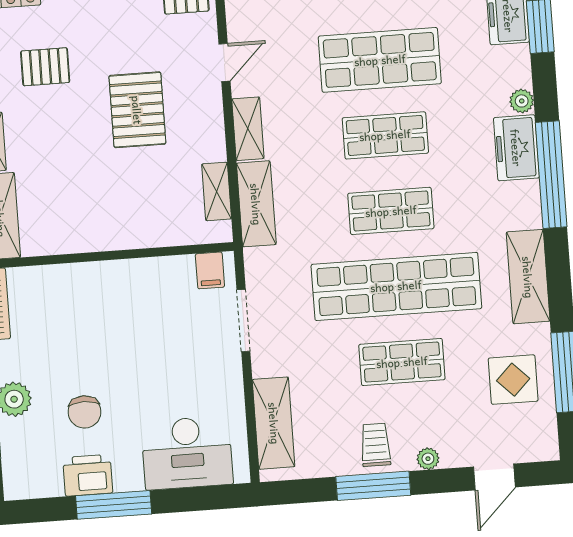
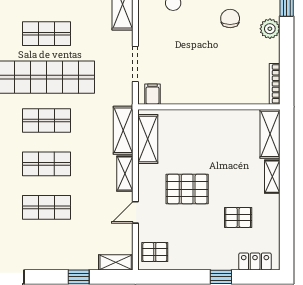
shop shelf: (380, 60) -> (47, 207), width x0.70, depth x0.74
pallet: (137, 110) -> (187, 189), turned 90
shelving: (217, 191) -> (148, 139), width x1.50, depth x1.33

